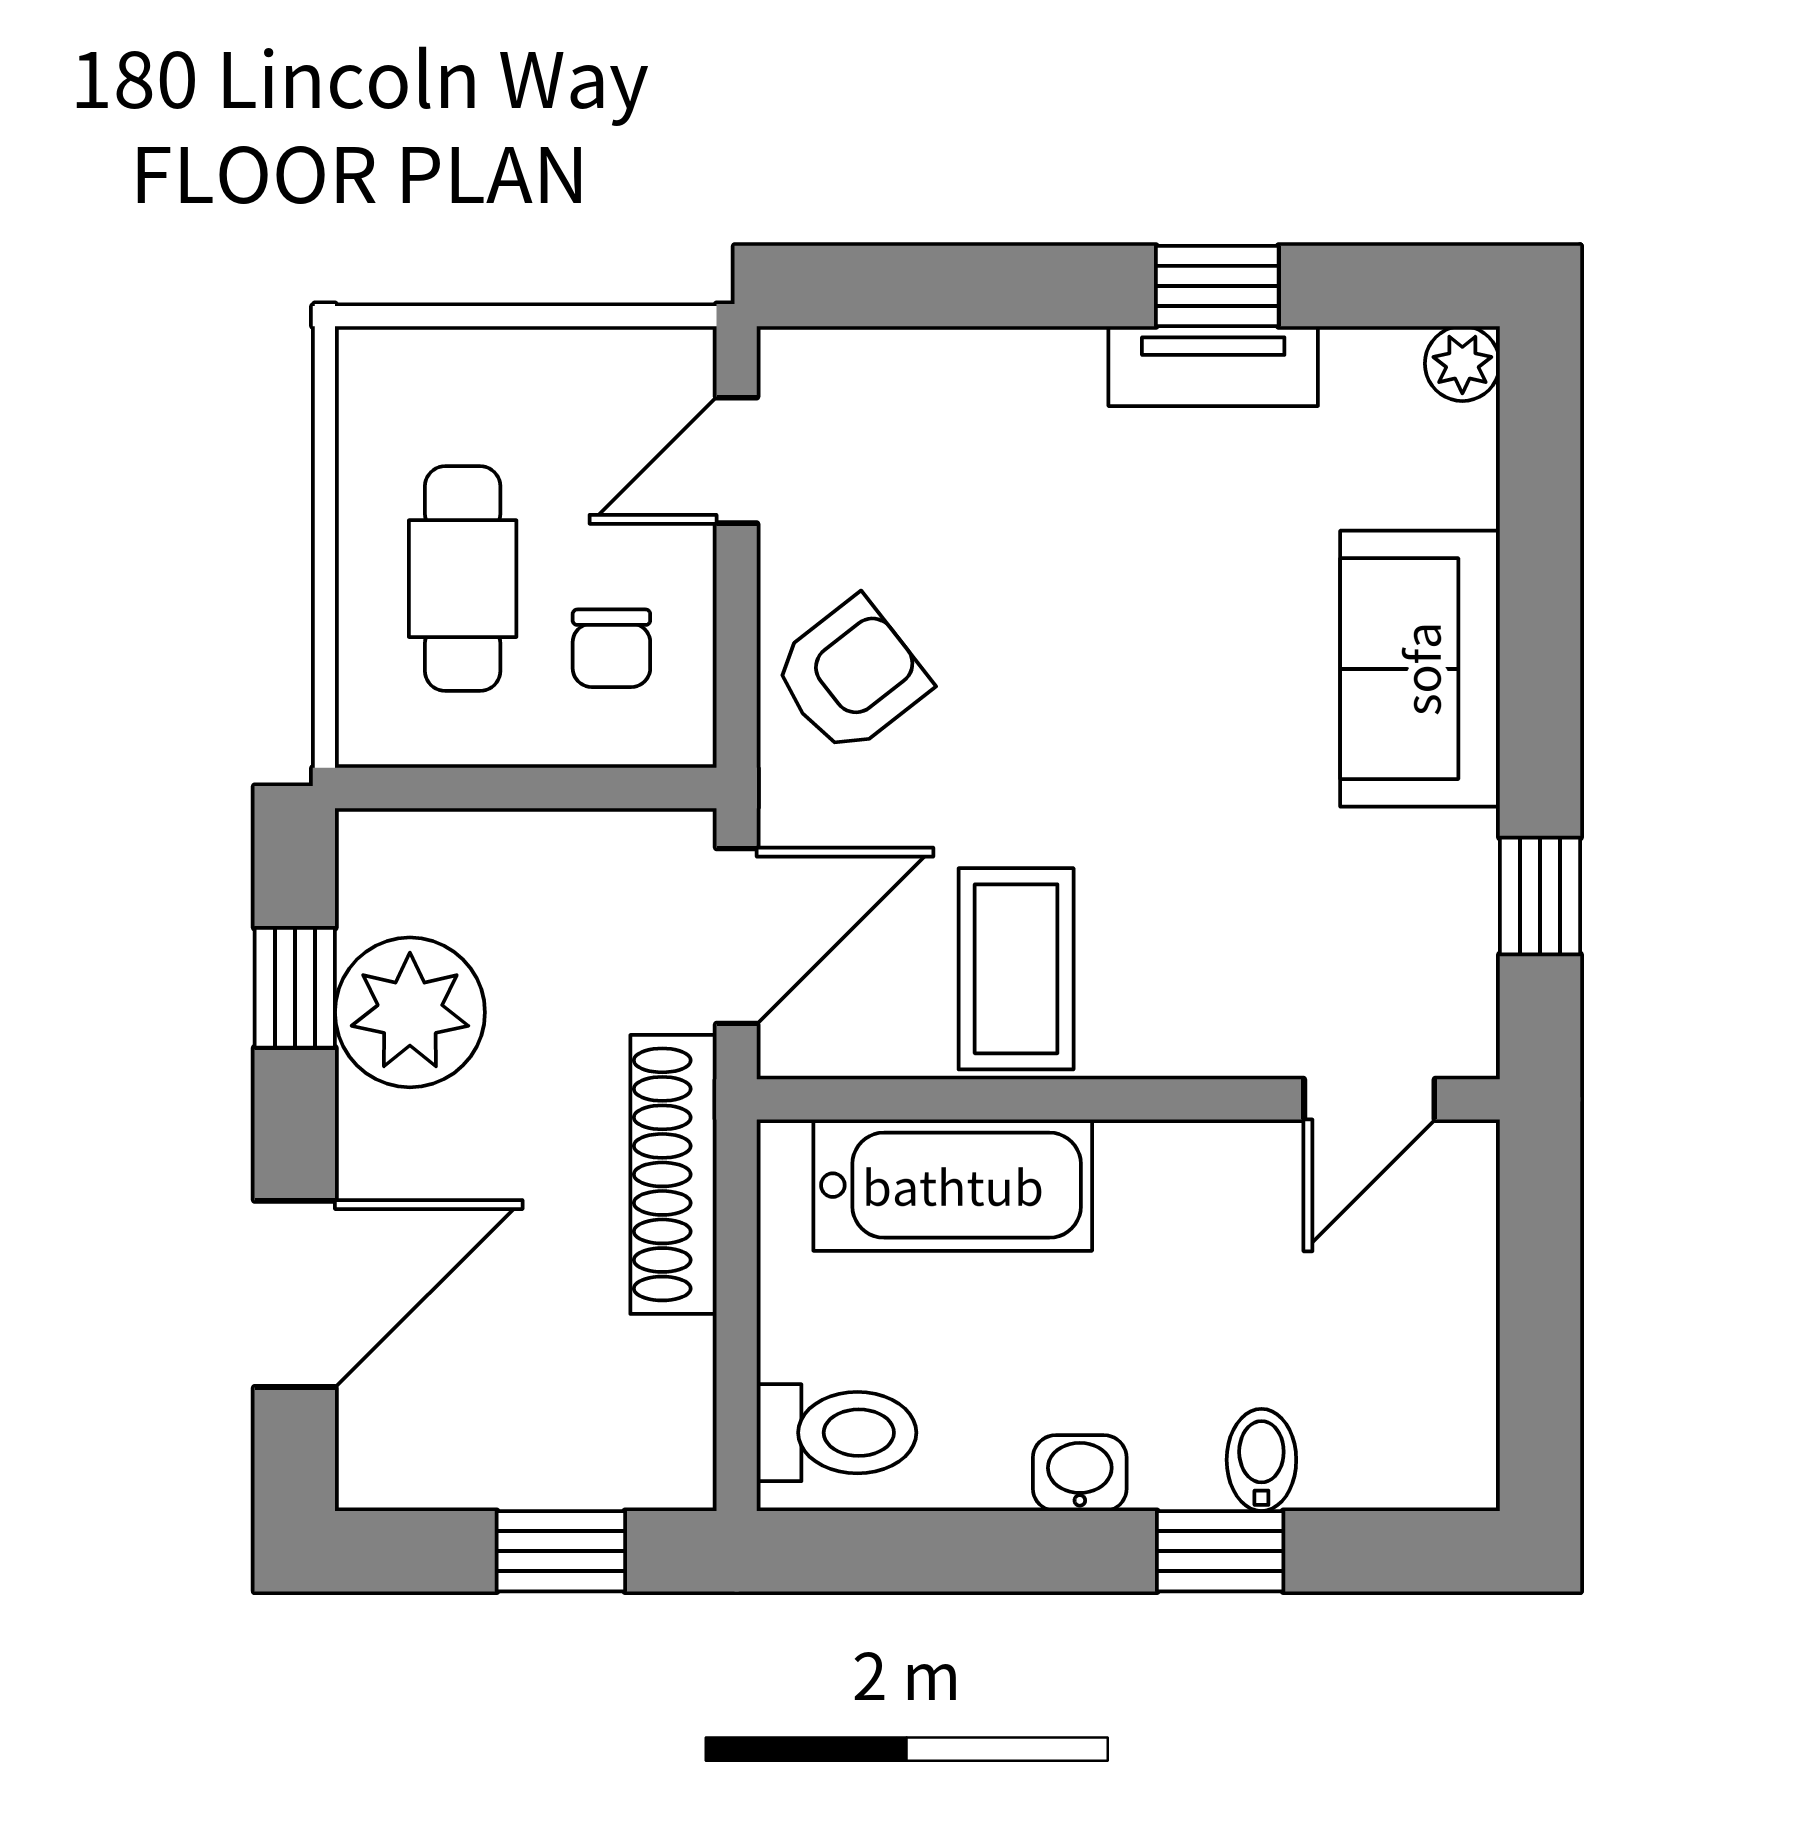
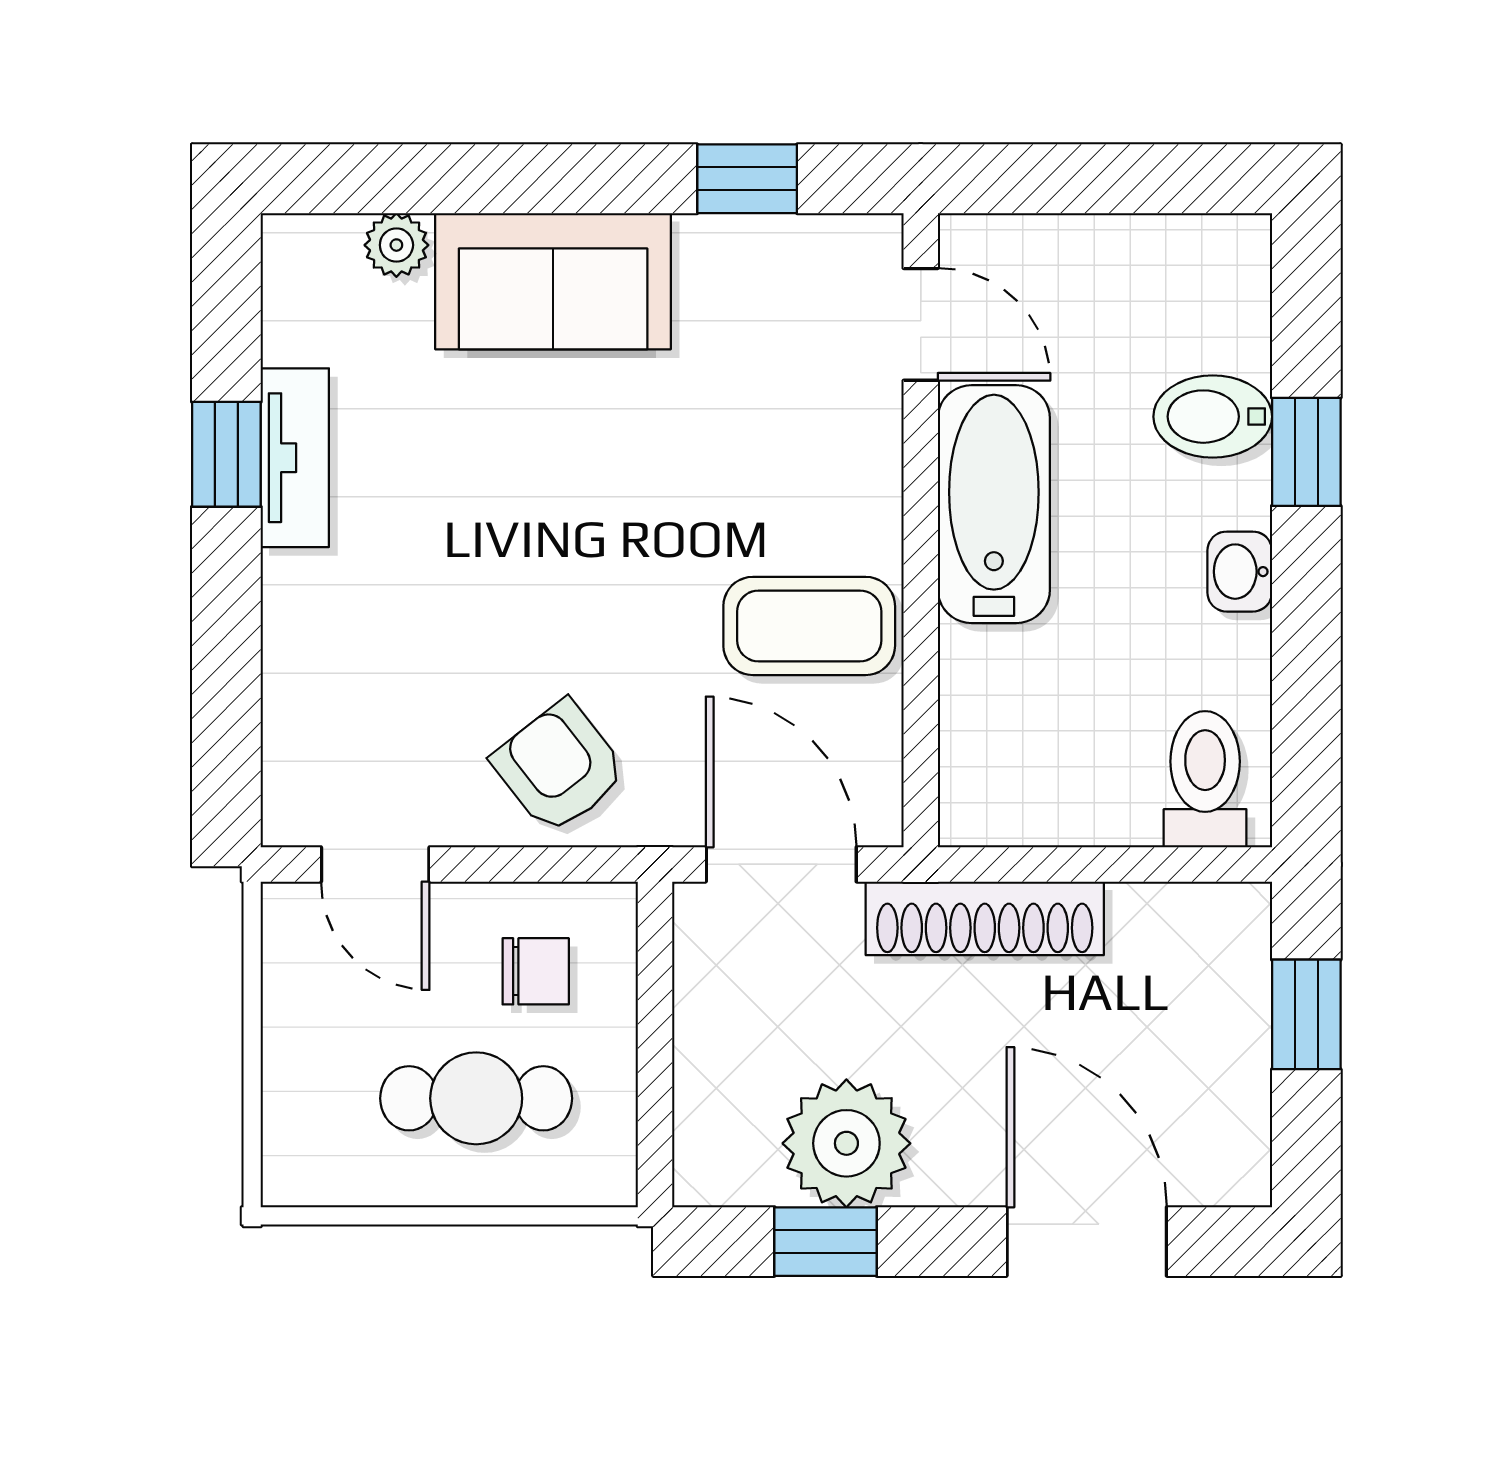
plant: (1462, 364) -> (396, 245), moved
bathtub: (953, 1185) -> (994, 504), moved
bidet: (1261, 1460) -> (1213, 417), width x1.38, depth x1.36

